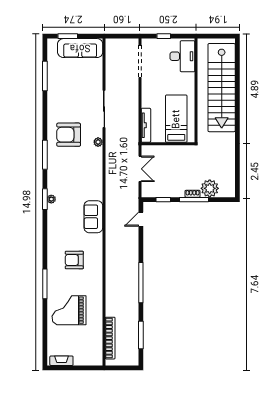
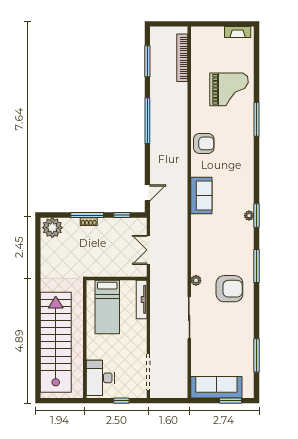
plant: (210, 188) -> (52, 228), moved
armchair: (74, 260) -> (204, 143), moved

